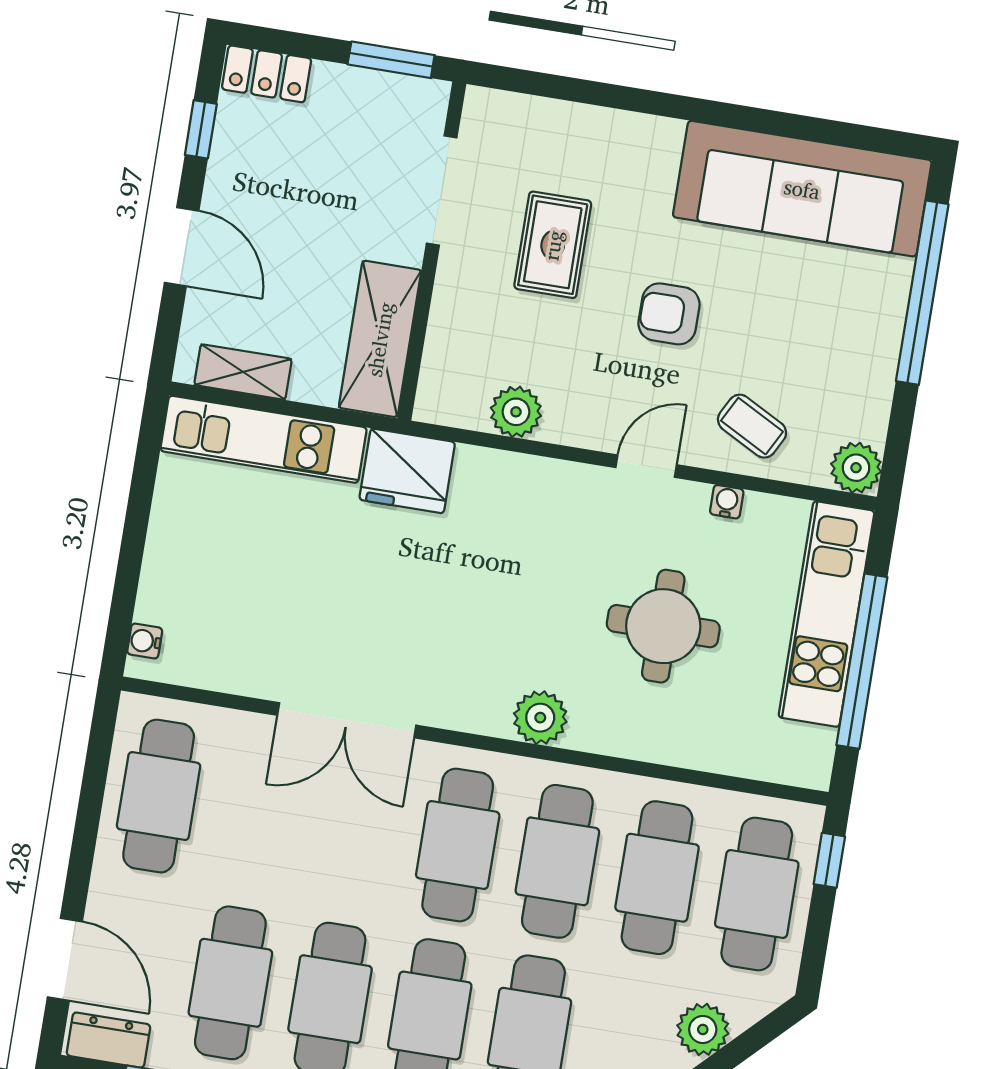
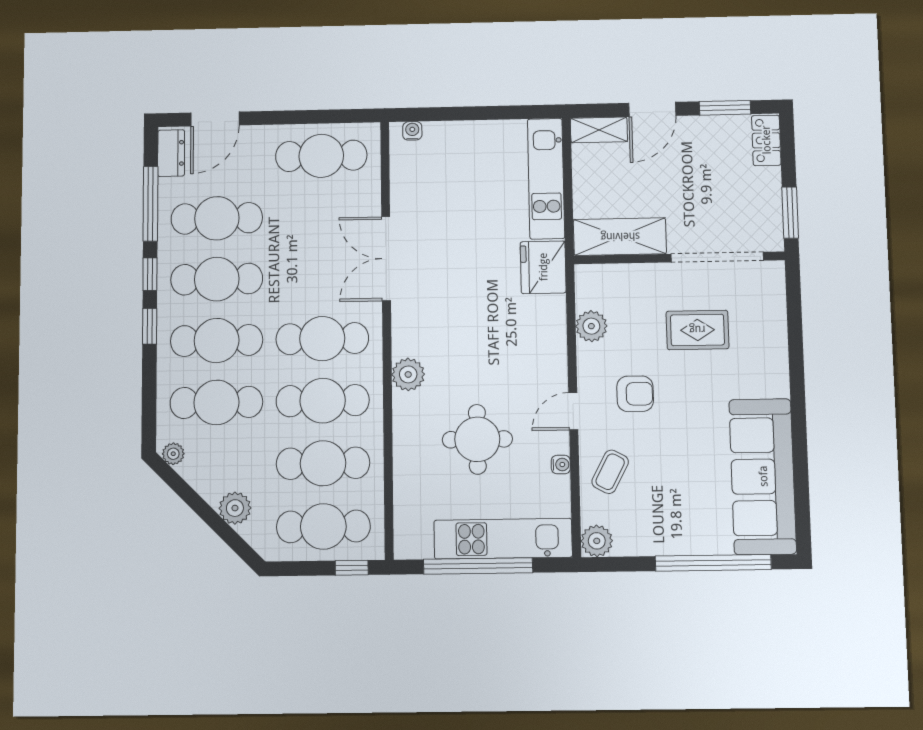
window: (201, 129) -> (725, 108), width x1.50
doorway: (442, 191) -> (717, 257), width x1.36
armchair: (669, 314) -> (635, 394), moved, turned 90
shelving: (243, 372) -> (599, 130), moved, turned 90
door: (646, 466) -> (573, 411), swing flipped

